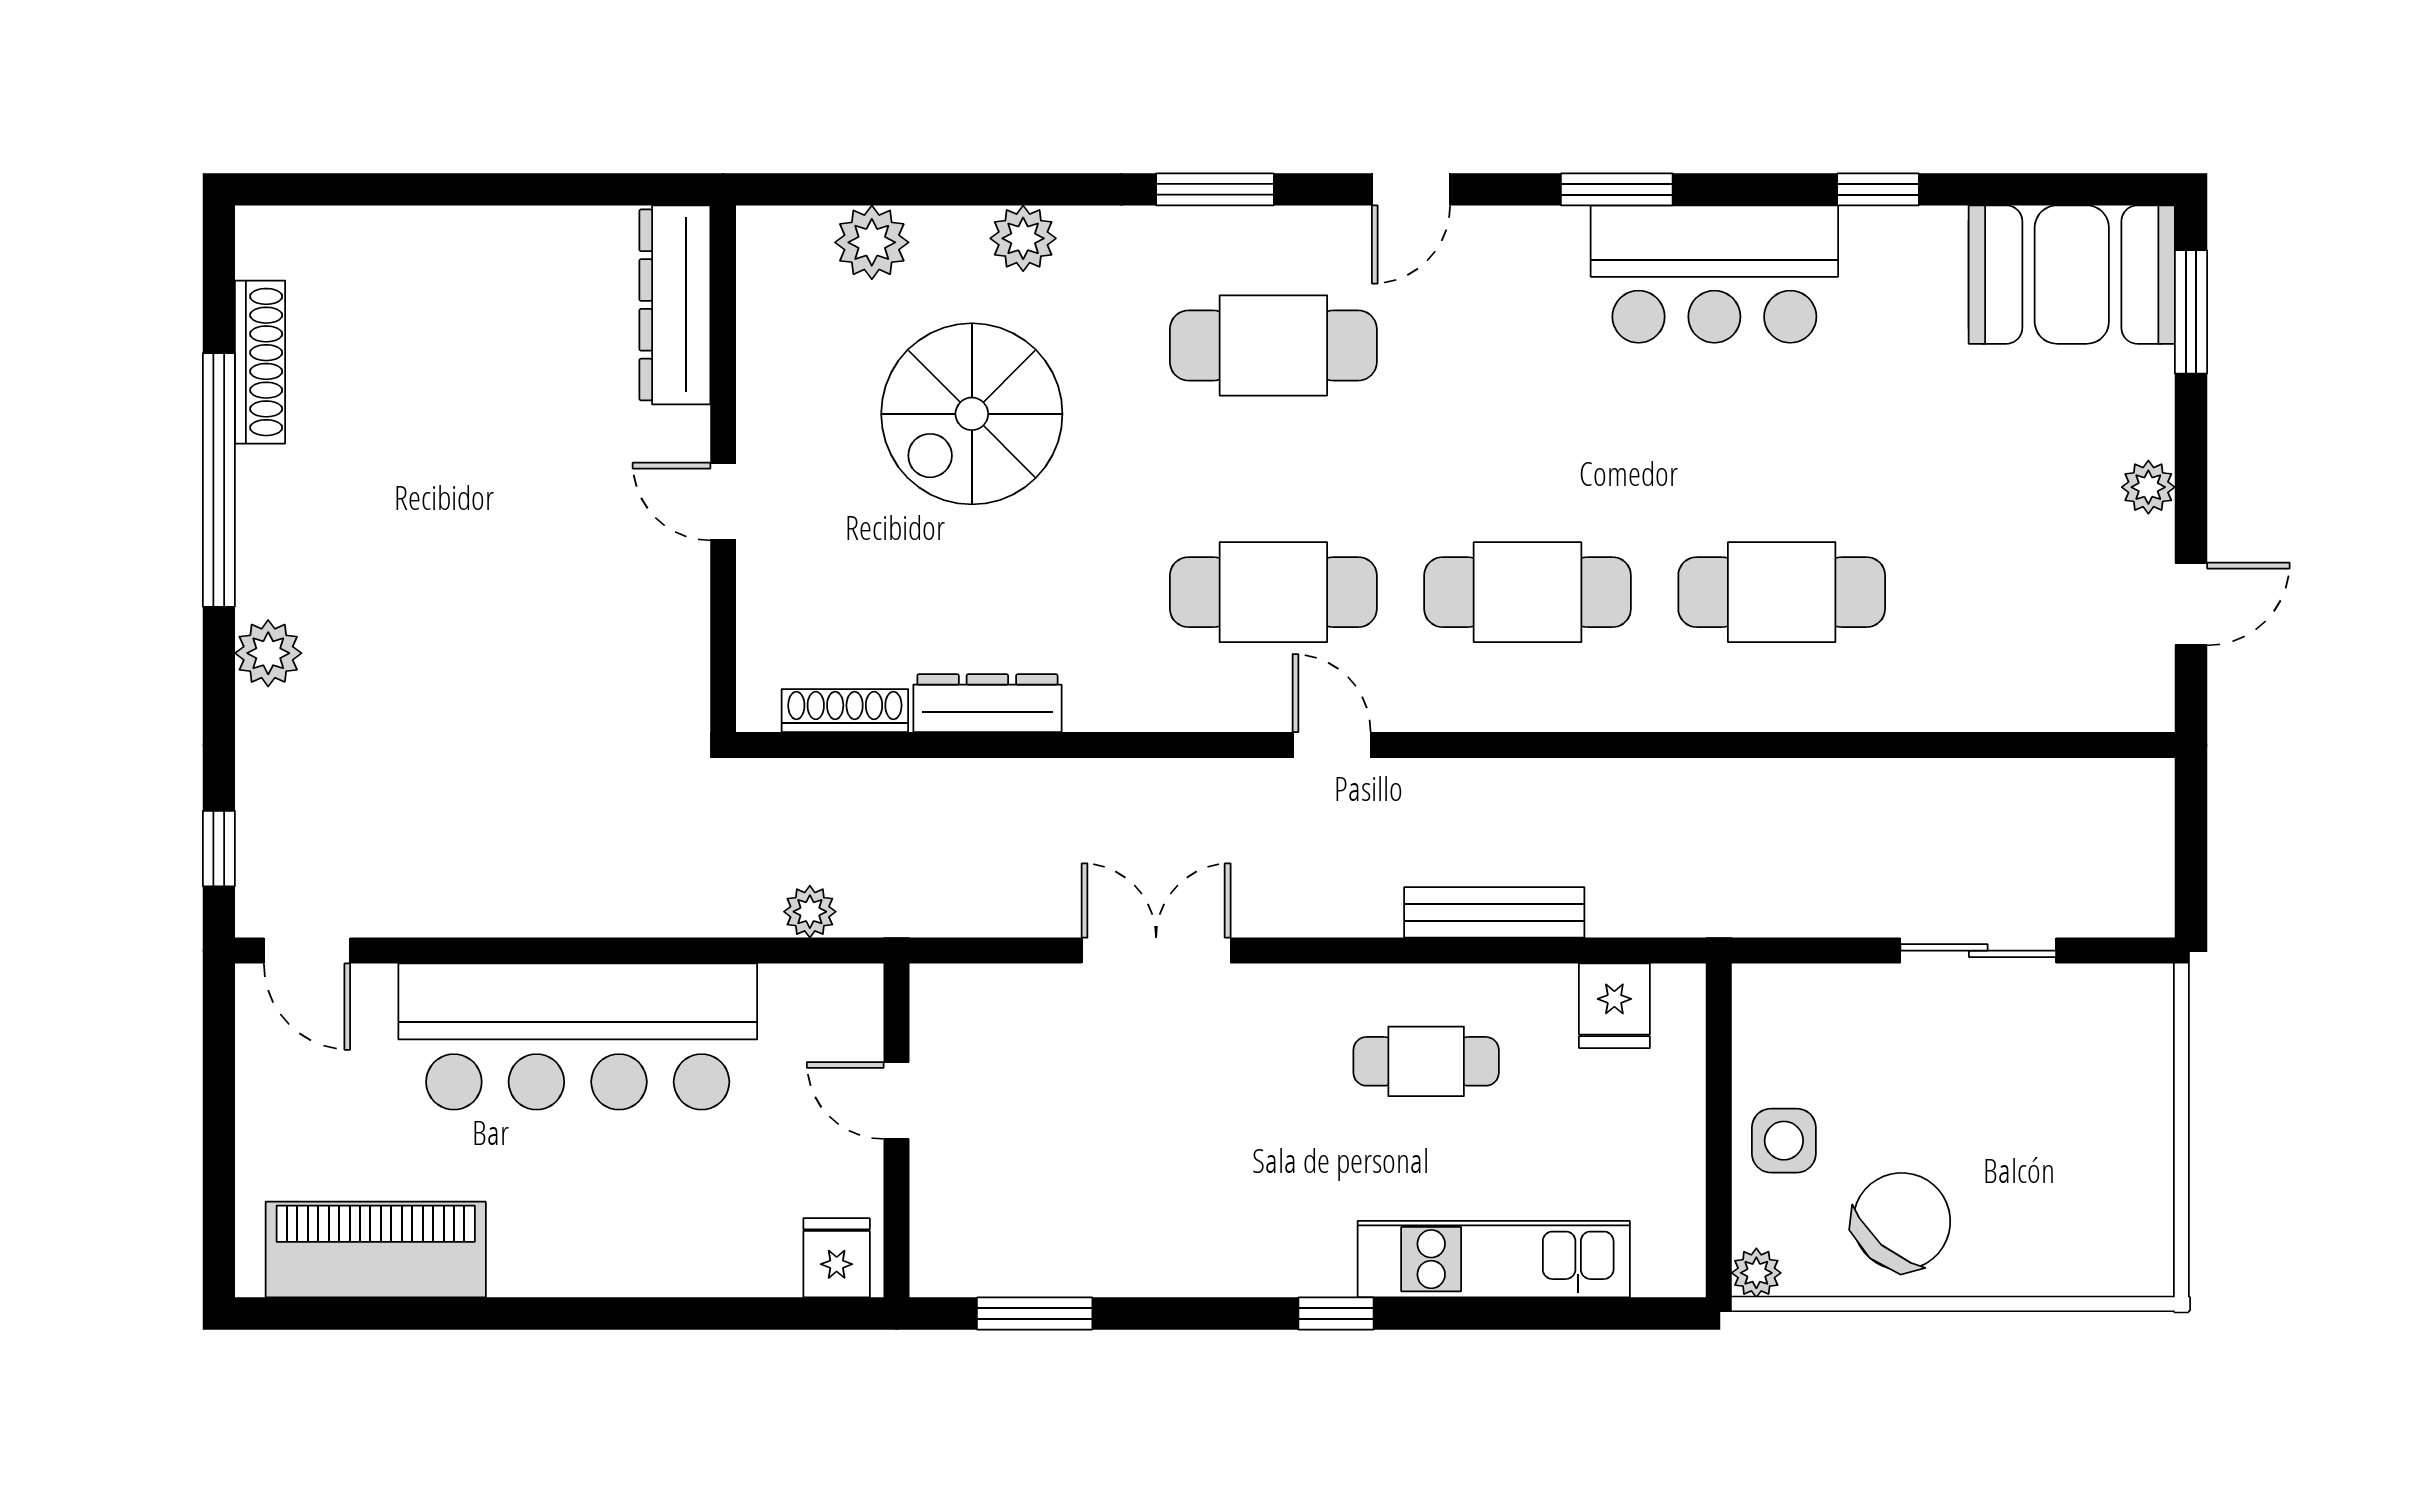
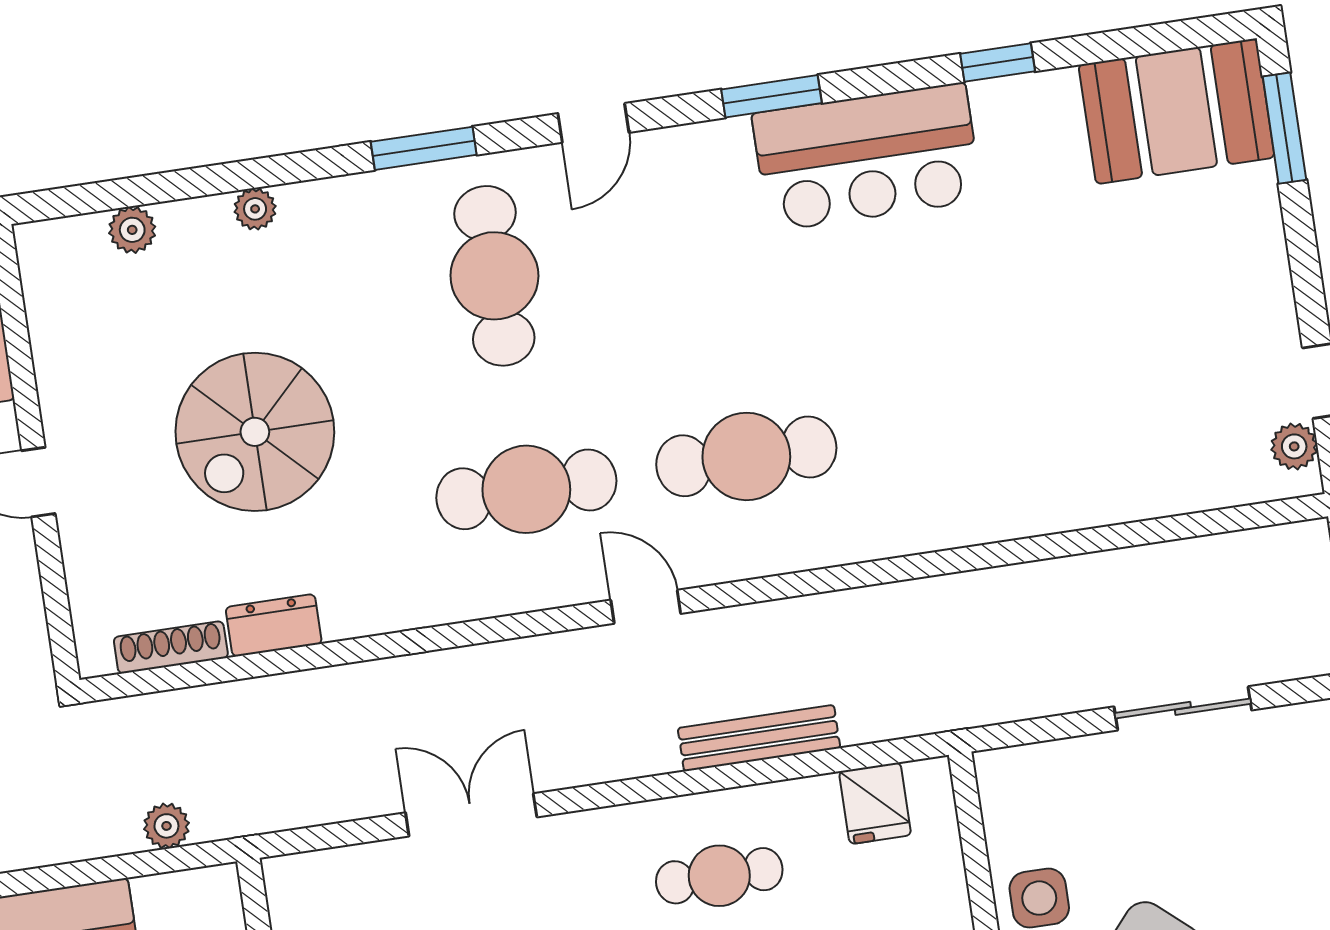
plant: (1023, 238) -> (255, 209), width x0.73, depth x0.73
plant: (872, 242) -> (132, 230), width x0.73, depth x0.73
cafe table: (1273, 345) -> (494, 276), turned 90
spiral stairs: (972, 414) -> (255, 432), moved
plant: (2148, 487) -> (1294, 446), moved
cafe table: (1782, 592) -> (966, 424), removed
dresser: (987, 703) -> (274, 625), width x0.70
door: (1332, 745) -> (646, 607), moved

